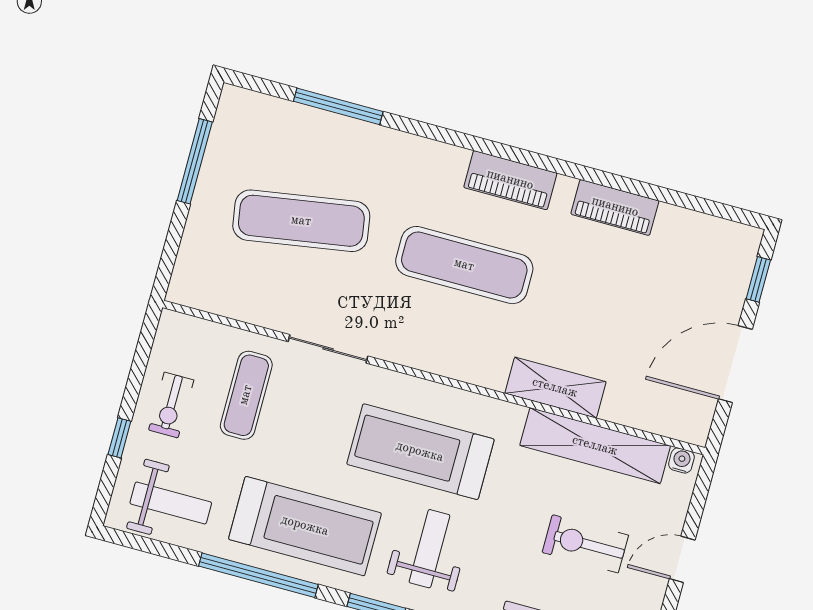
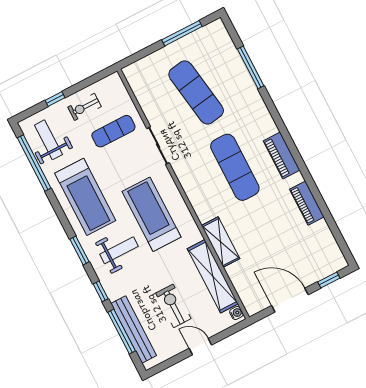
weight bench: (171, 503) -> (48, 140), turned 180
window: (258, 575) -> (34, 163), moved

